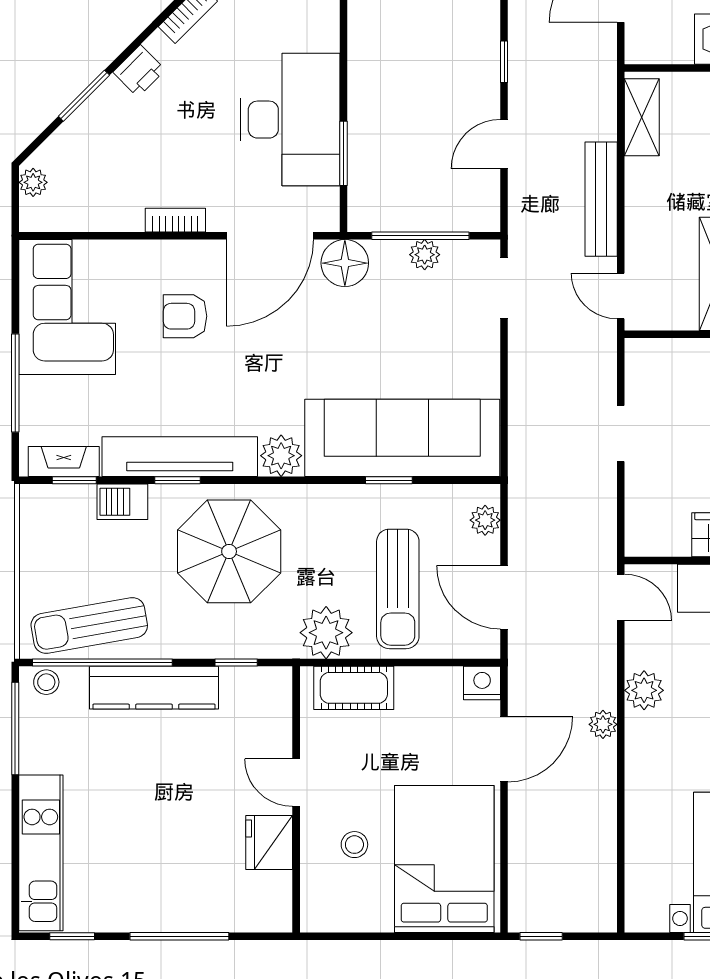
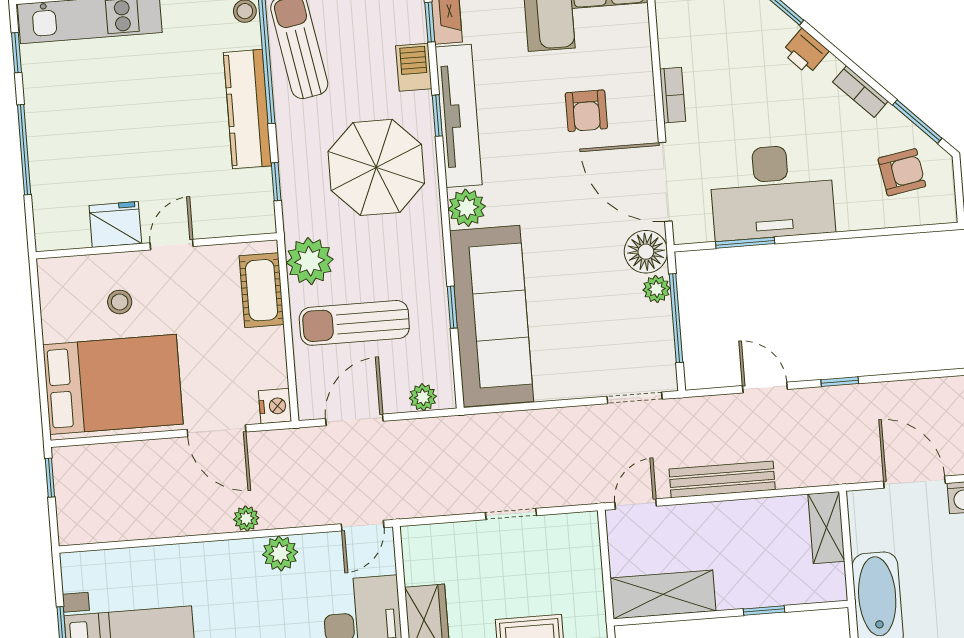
shelving: (642, 117) -> (826, 528), moved, turned 90
plant: (425, 255) -> (656, 289), moved
armchair: (185, 316) -> (586, 111), turned 180

